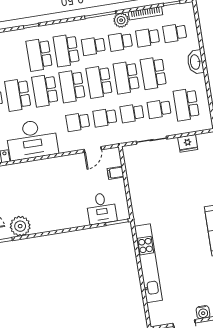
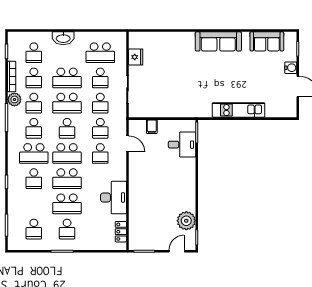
school desk: (39, 55) -> (34, 179), width x0.54
school desk: (99, 82) -> (67, 128), width x0.54
desk: (32, 140) -> (113, 197), width x0.73, depth x0.77
kitchen unit: (148, 263) -> (238, 110), width x0.73

